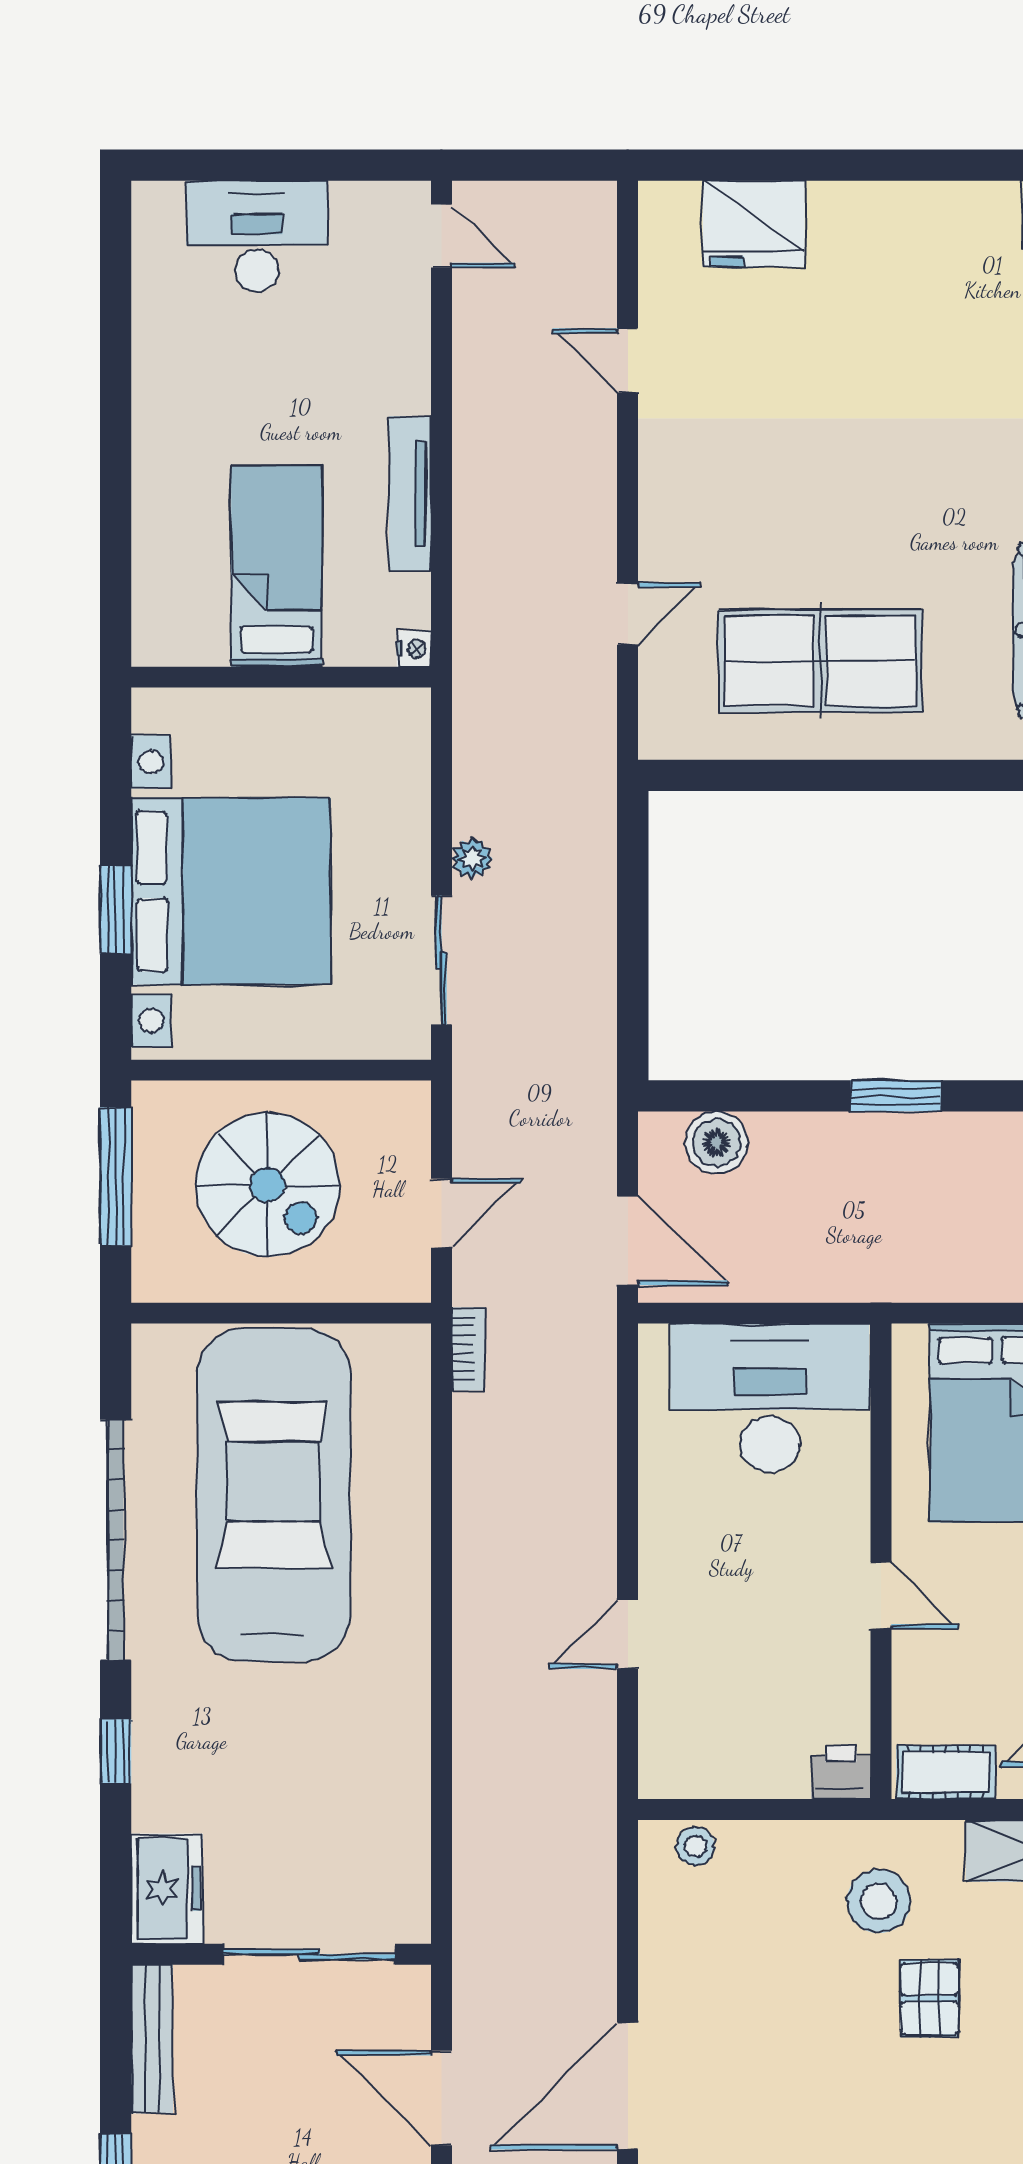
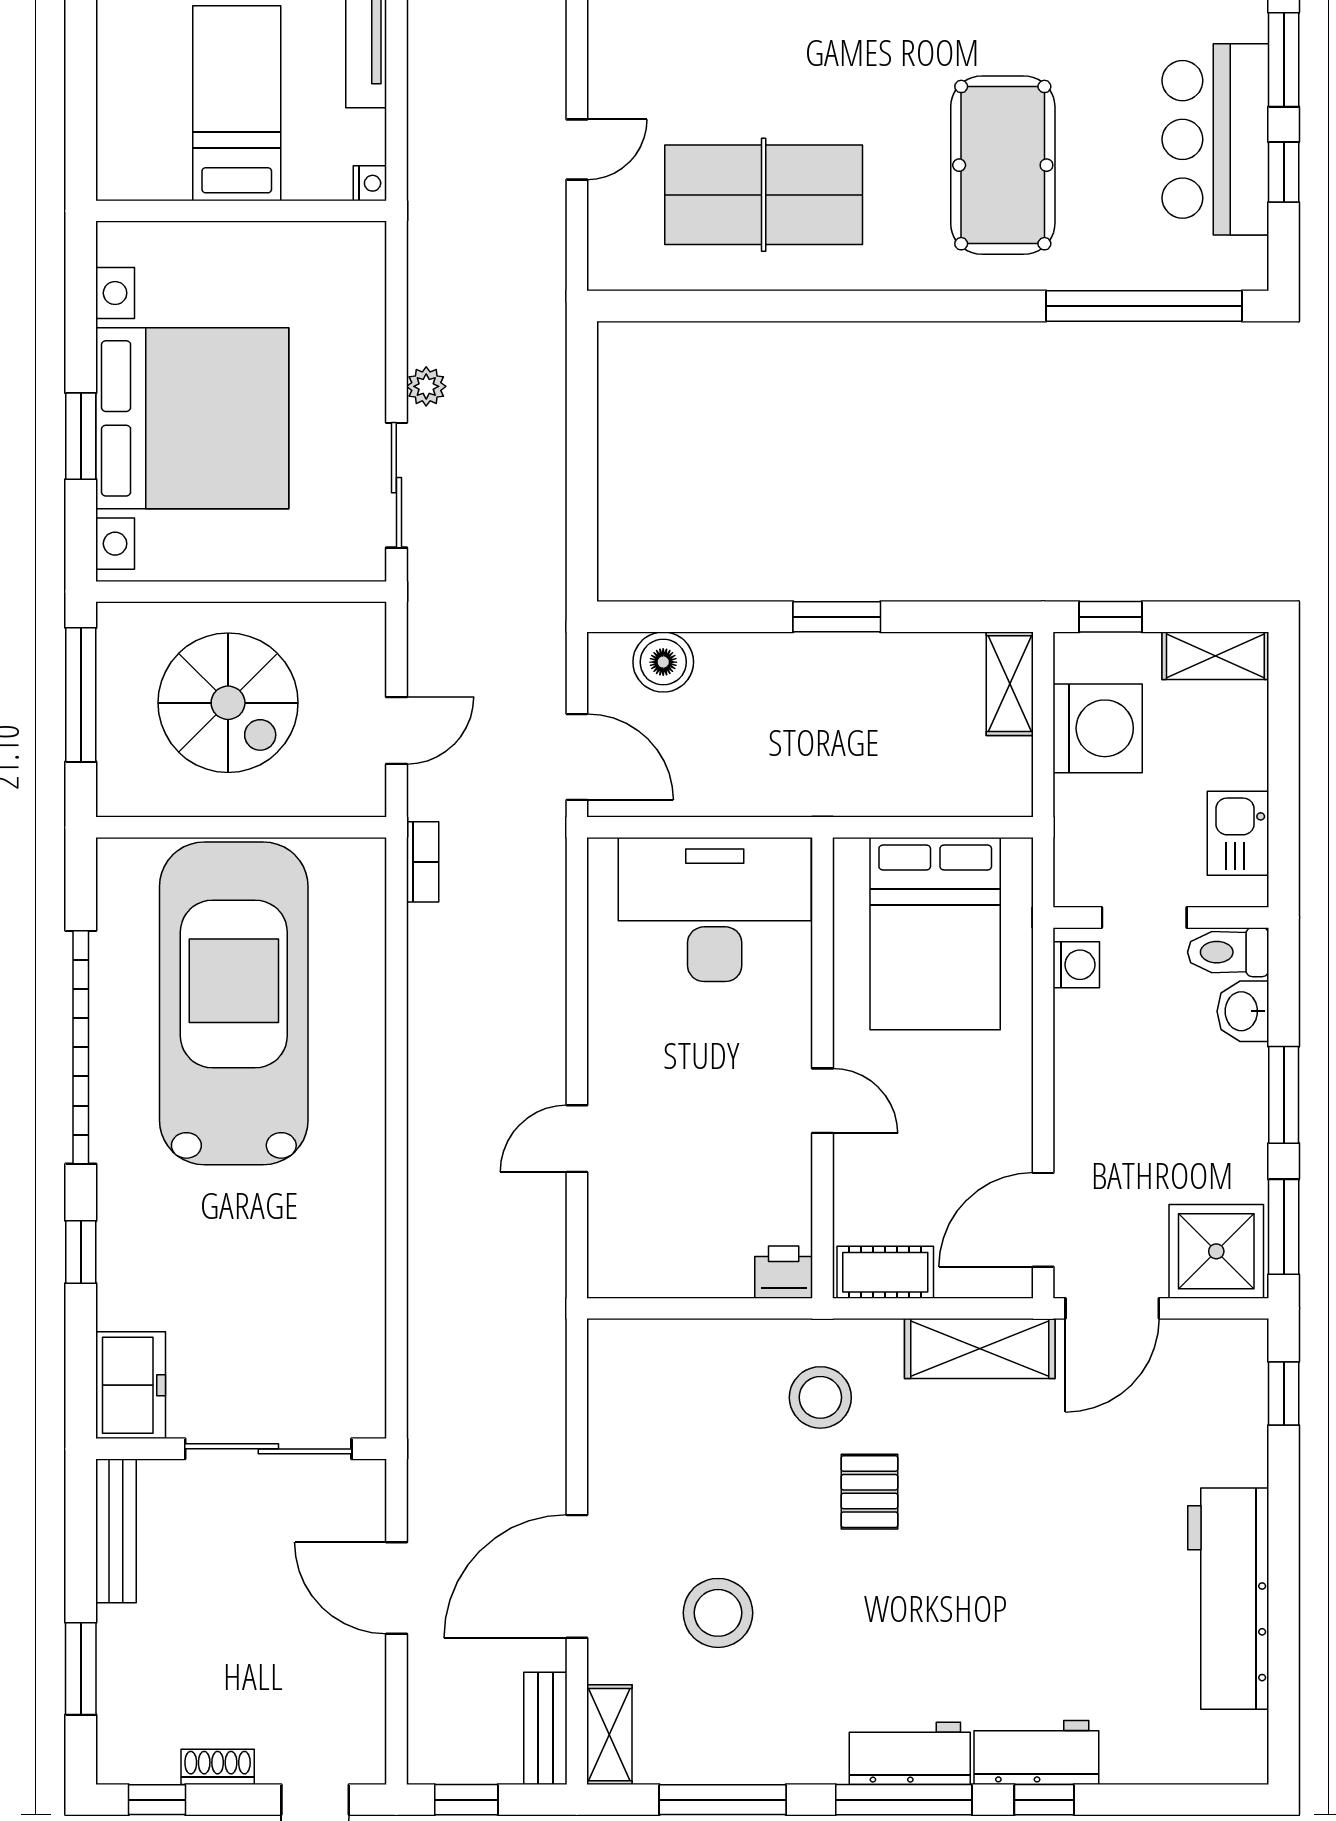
stool: (696, 1846) -> (718, 1613), moved, width x1.89, depth x1.89

